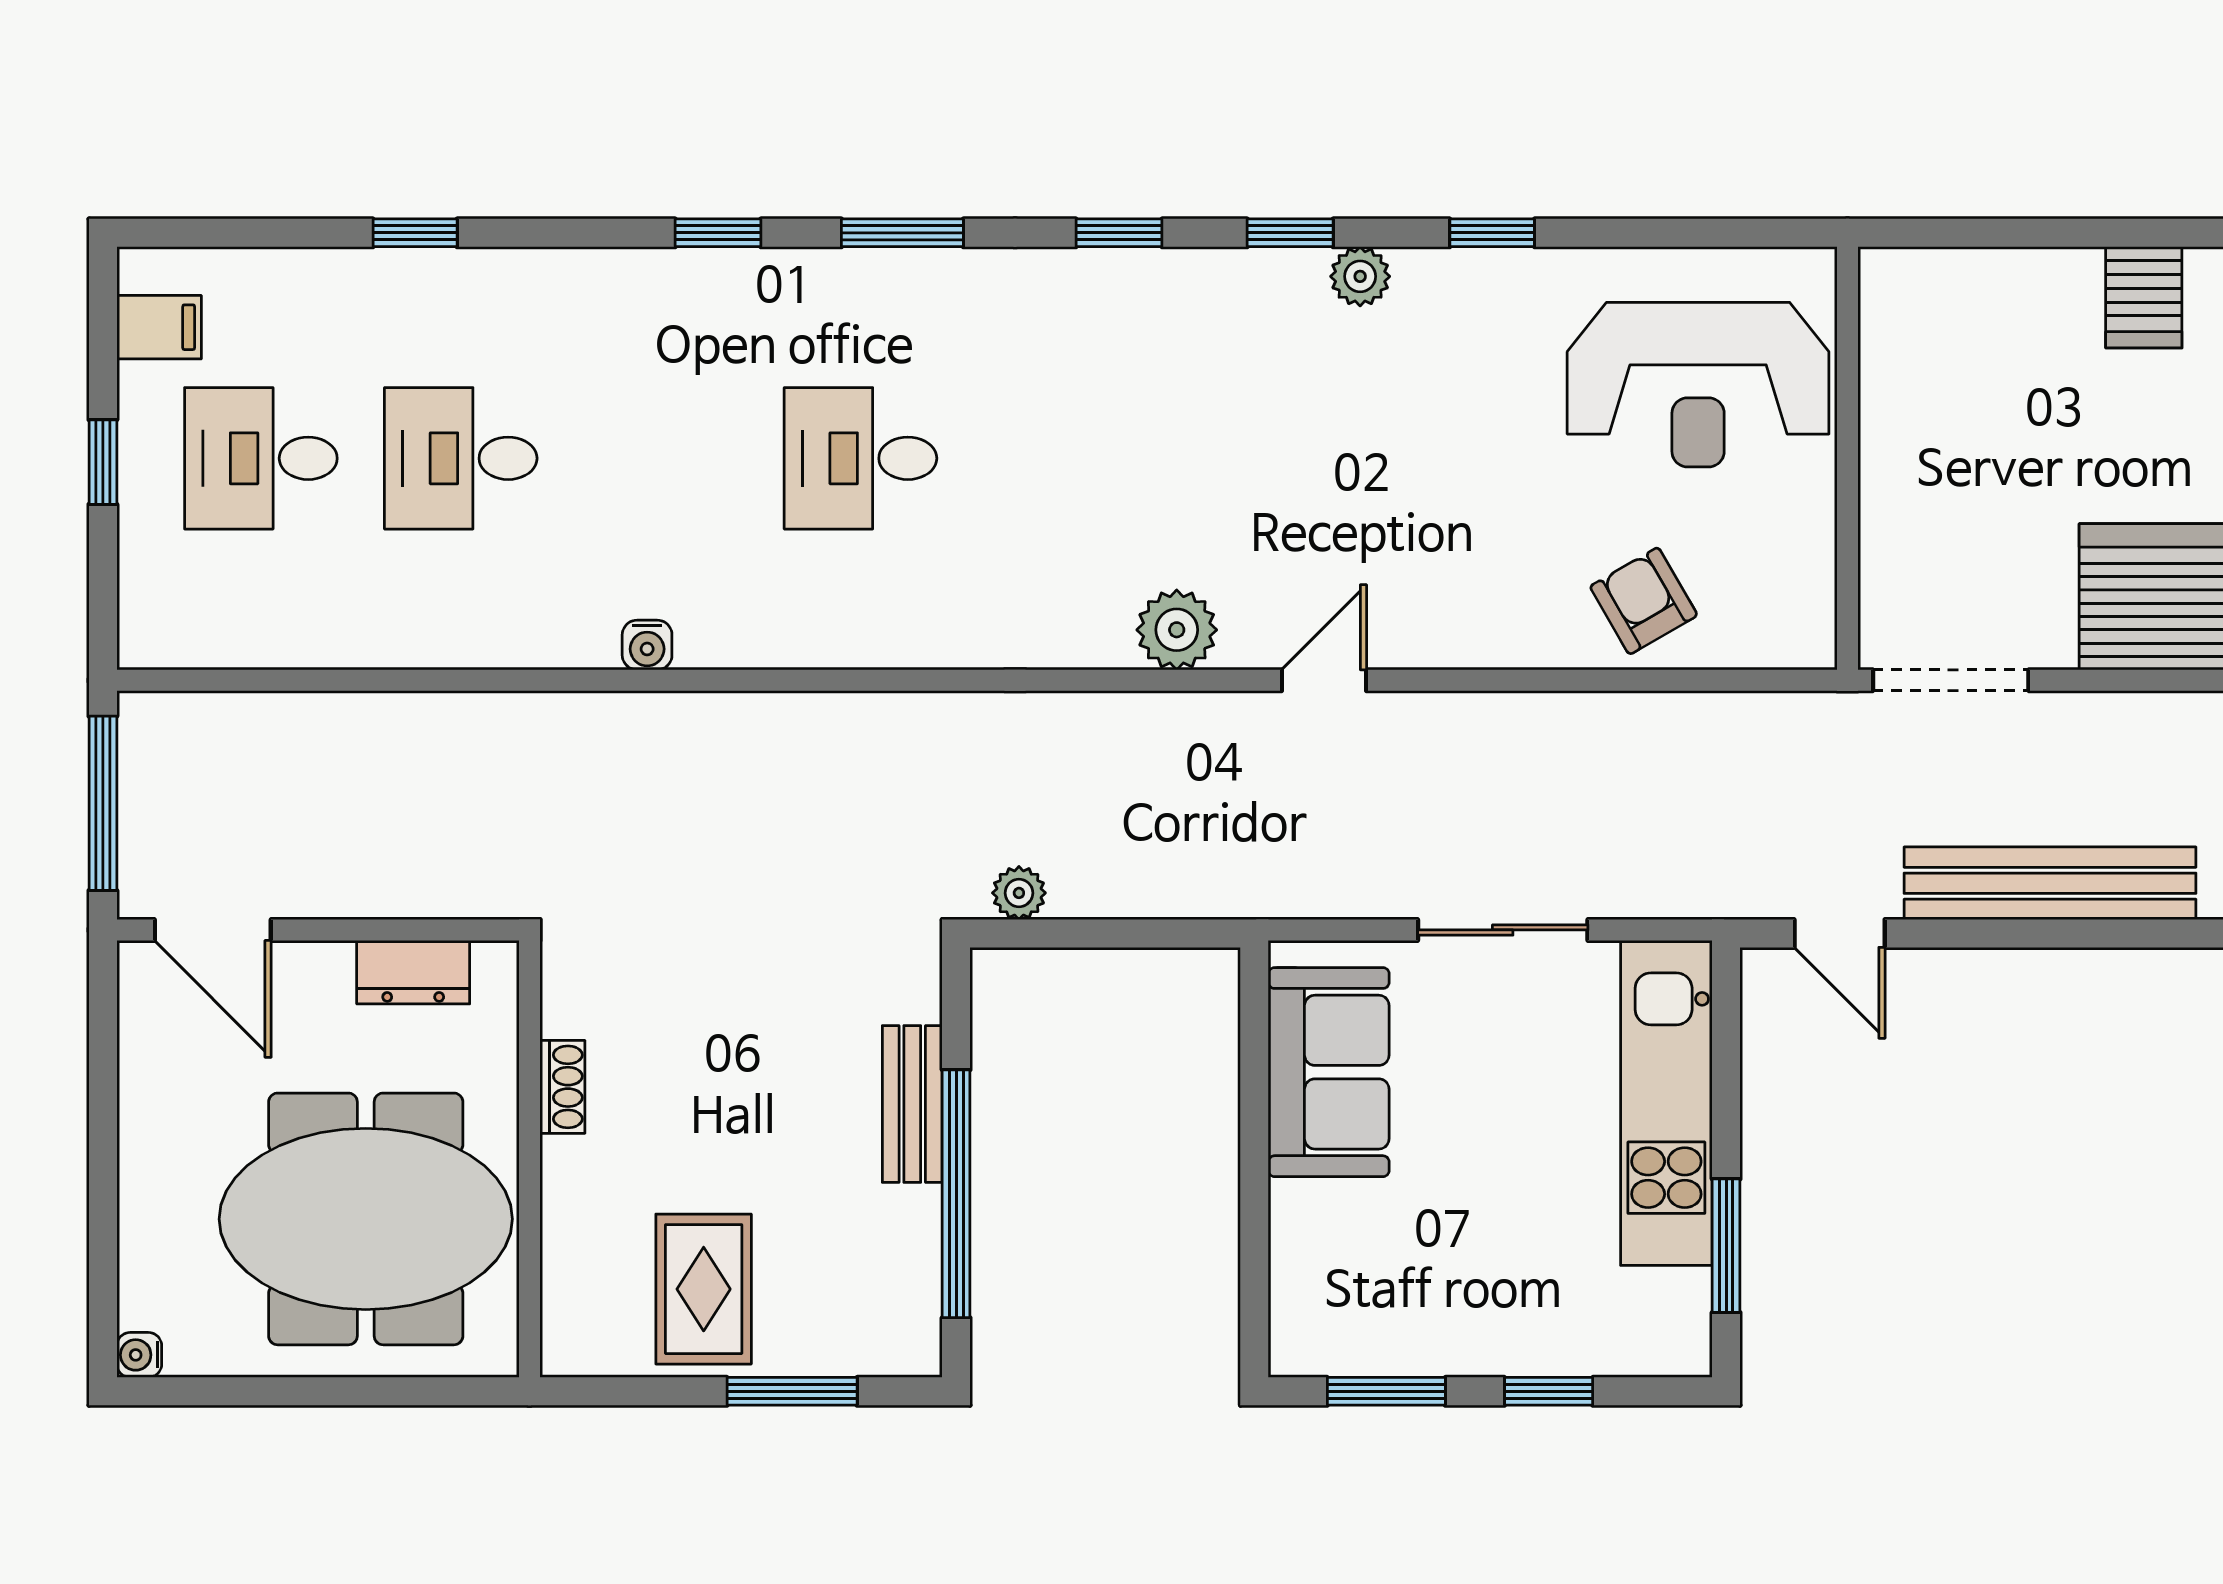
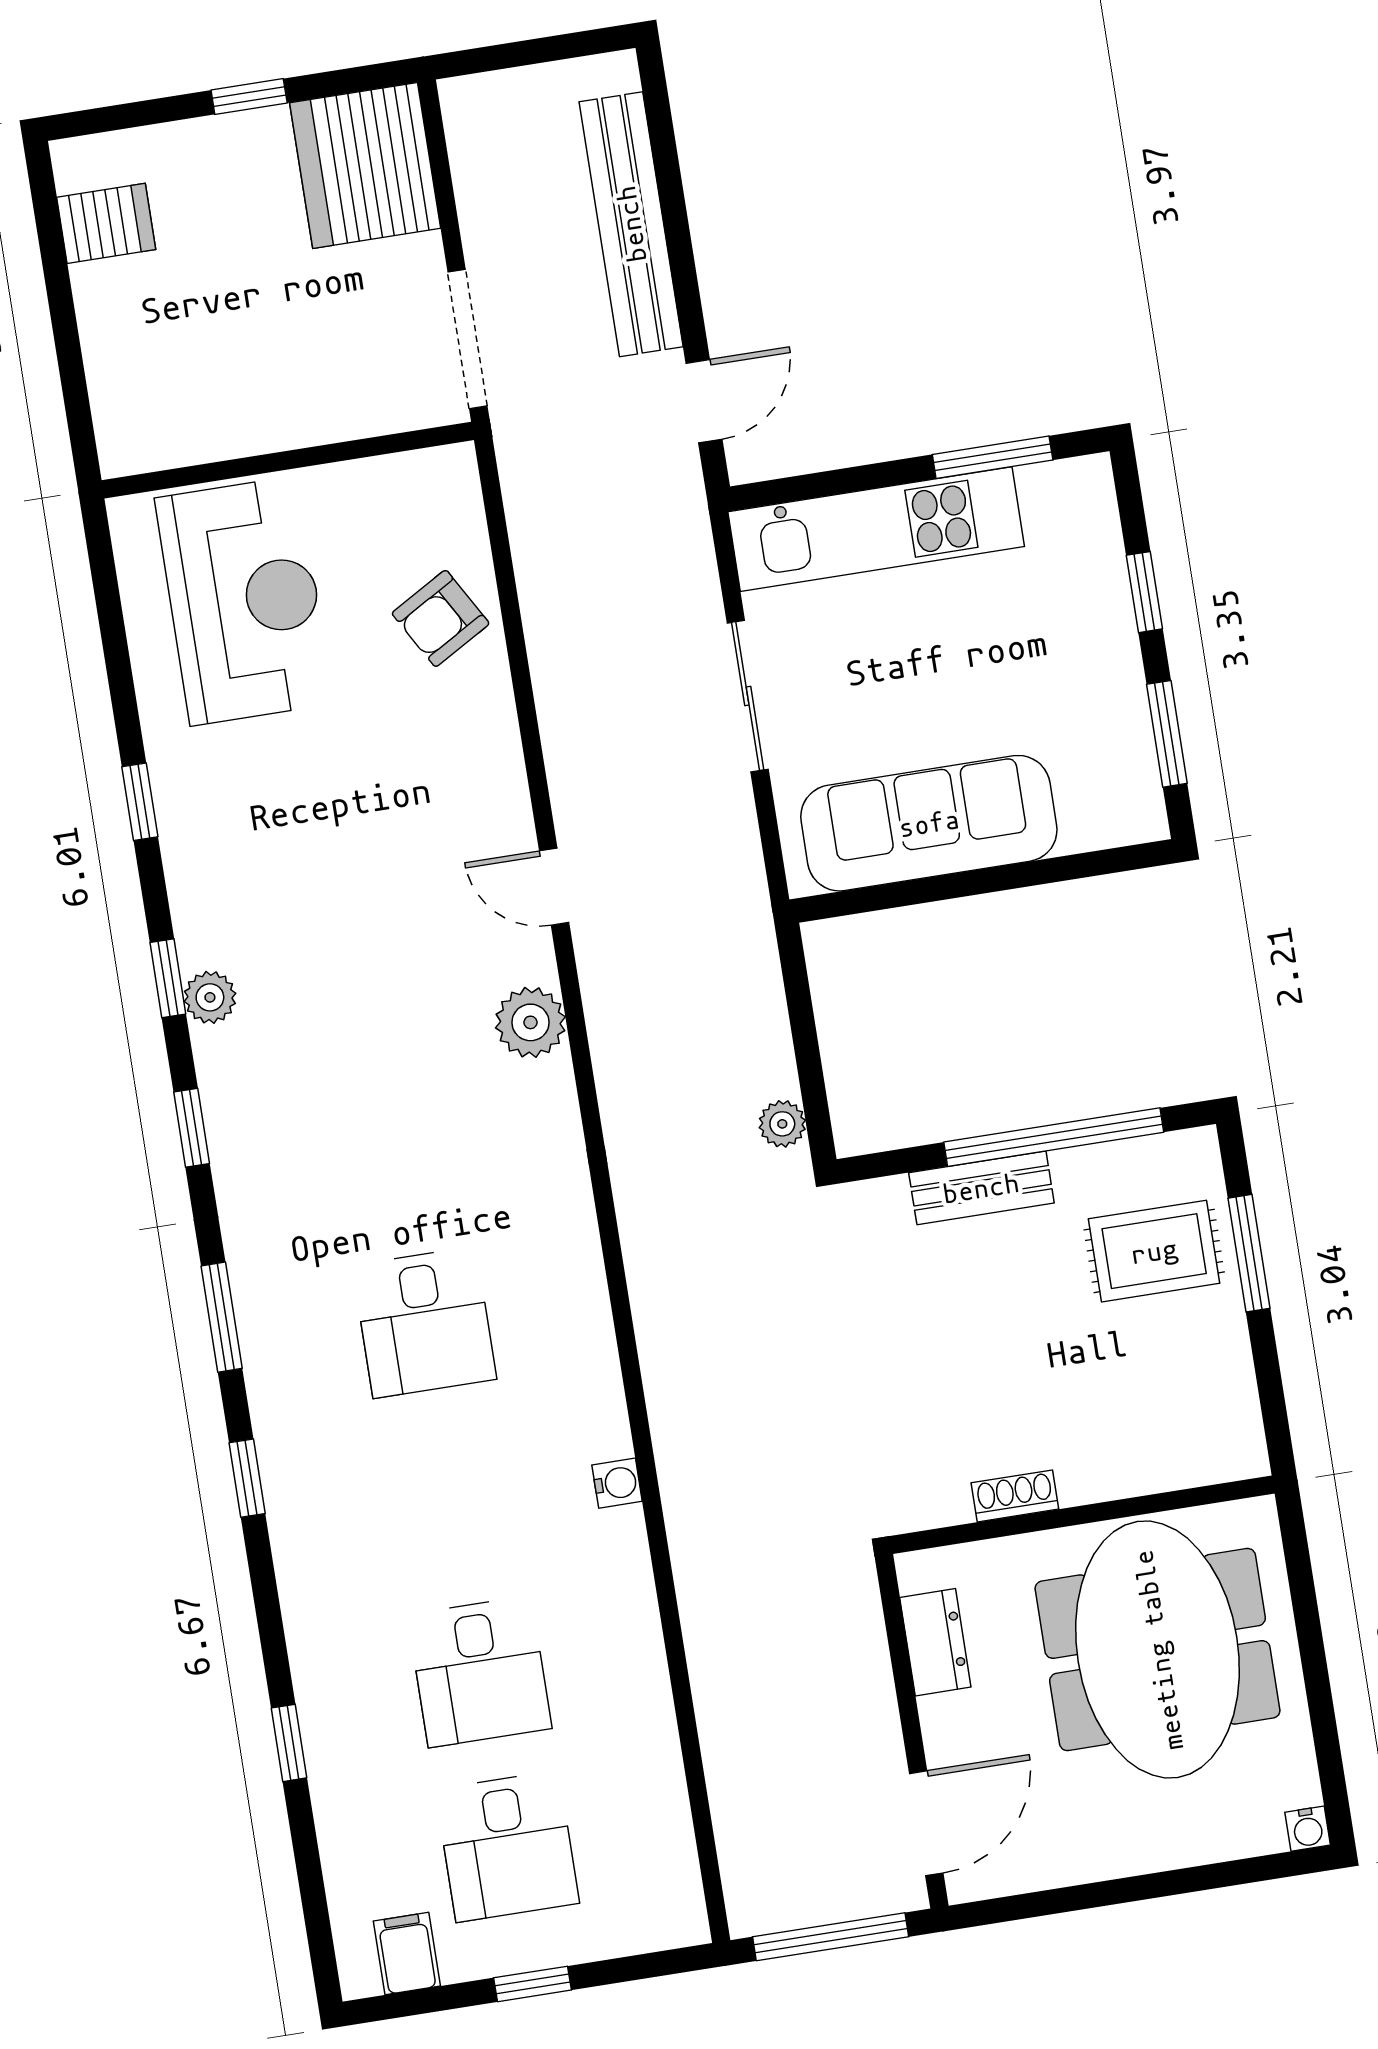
plant: (1360, 276) -> (210, 997), moved
sofa: (1329, 1072) -> (929, 823), width x1.36
rug: (704, 1289) -> (1154, 1251), moved

